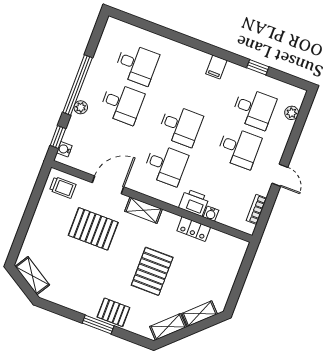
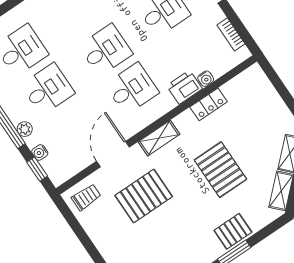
water cooler: (64, 149) -> (40, 152), moved

